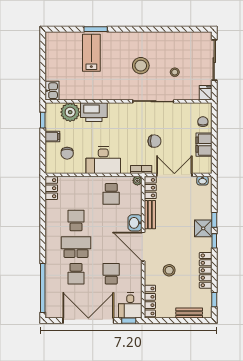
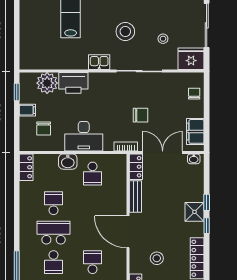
kitchen sink: (52, 91) -> (99, 62), moved, turned -90
fridge: (206, 93) -> (191, 59), width x1.88, depth x1.34
filing cabinet: (204, 145) -> (195, 131), moved
plant: (137, 181) -> (122, 159), removed
washbasin: (135, 223) -> (68, 162), moved, turned -90

